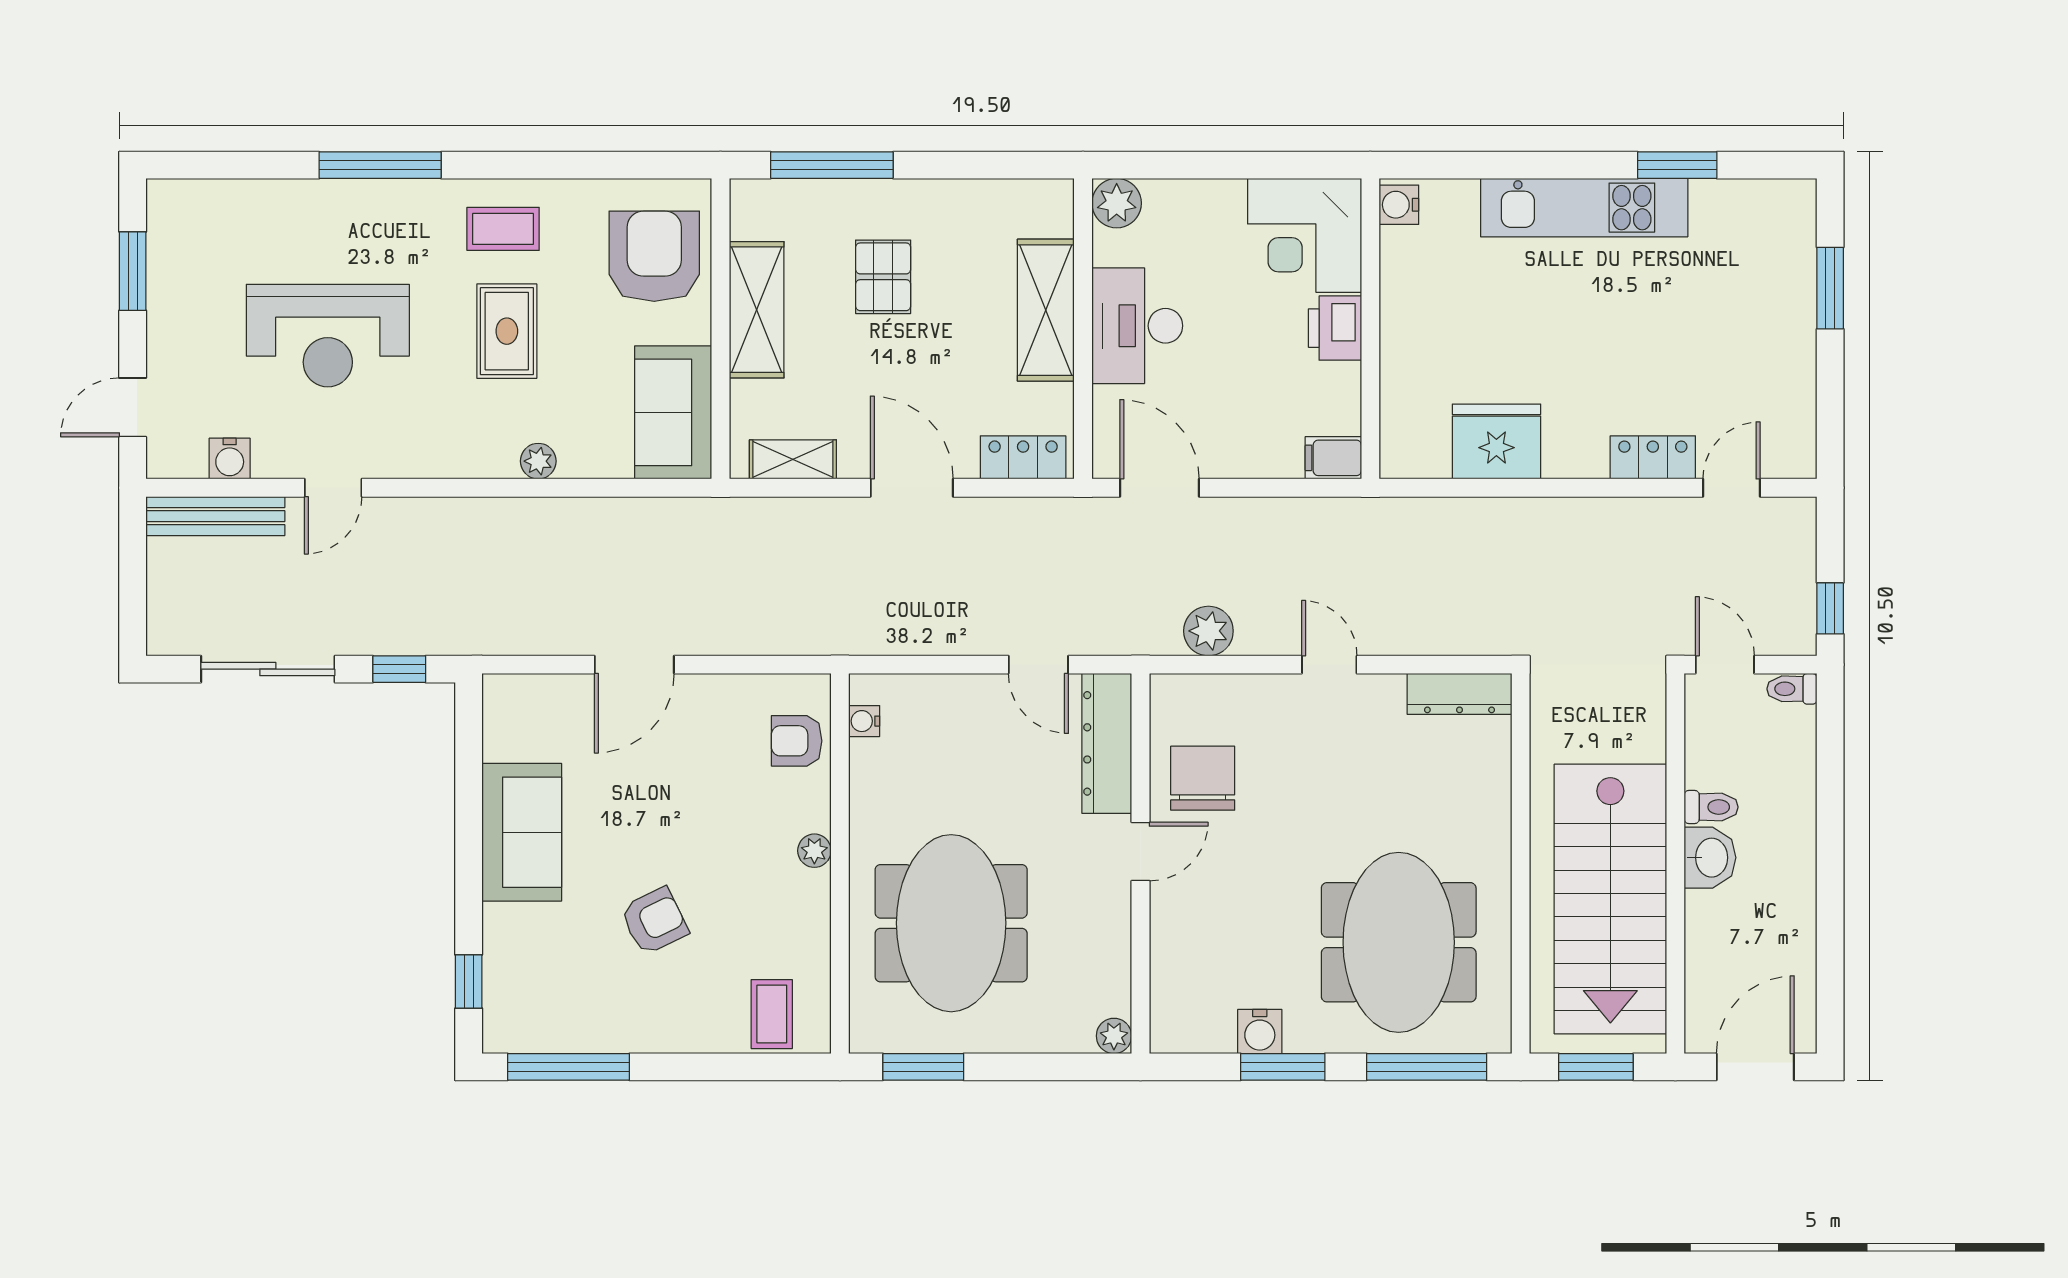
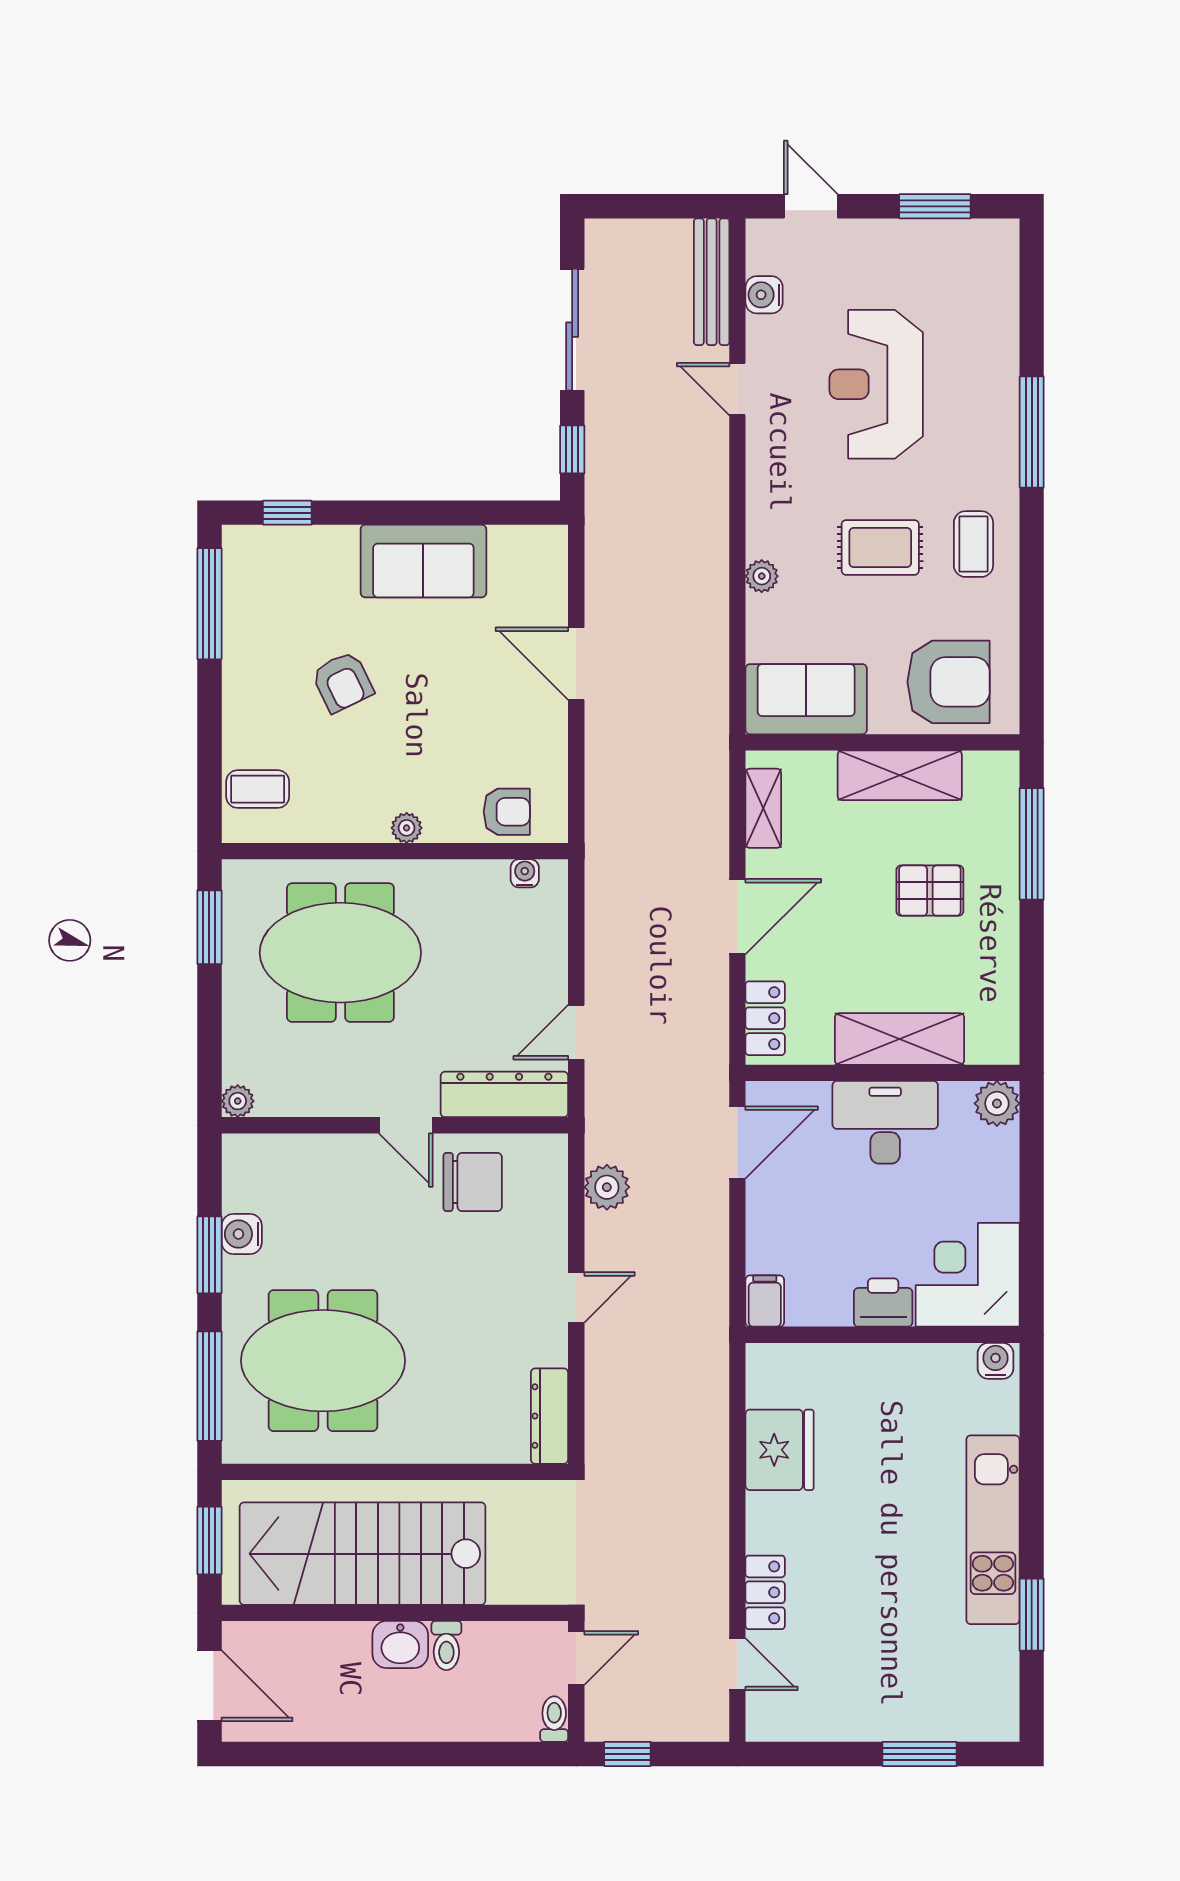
armchair: (797, 741) -> (507, 812), turned 90

